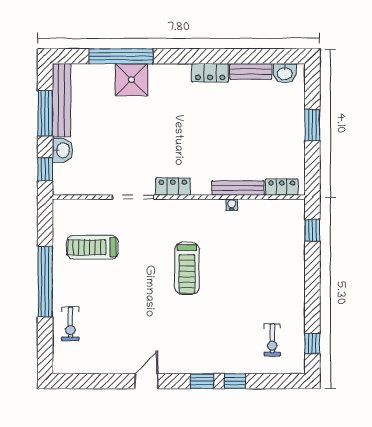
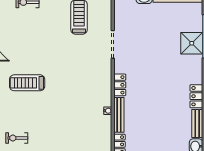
locker: (173, 187) -> (120, 85), moved
treadmill: (187, 268) -> (27, 83), moved

